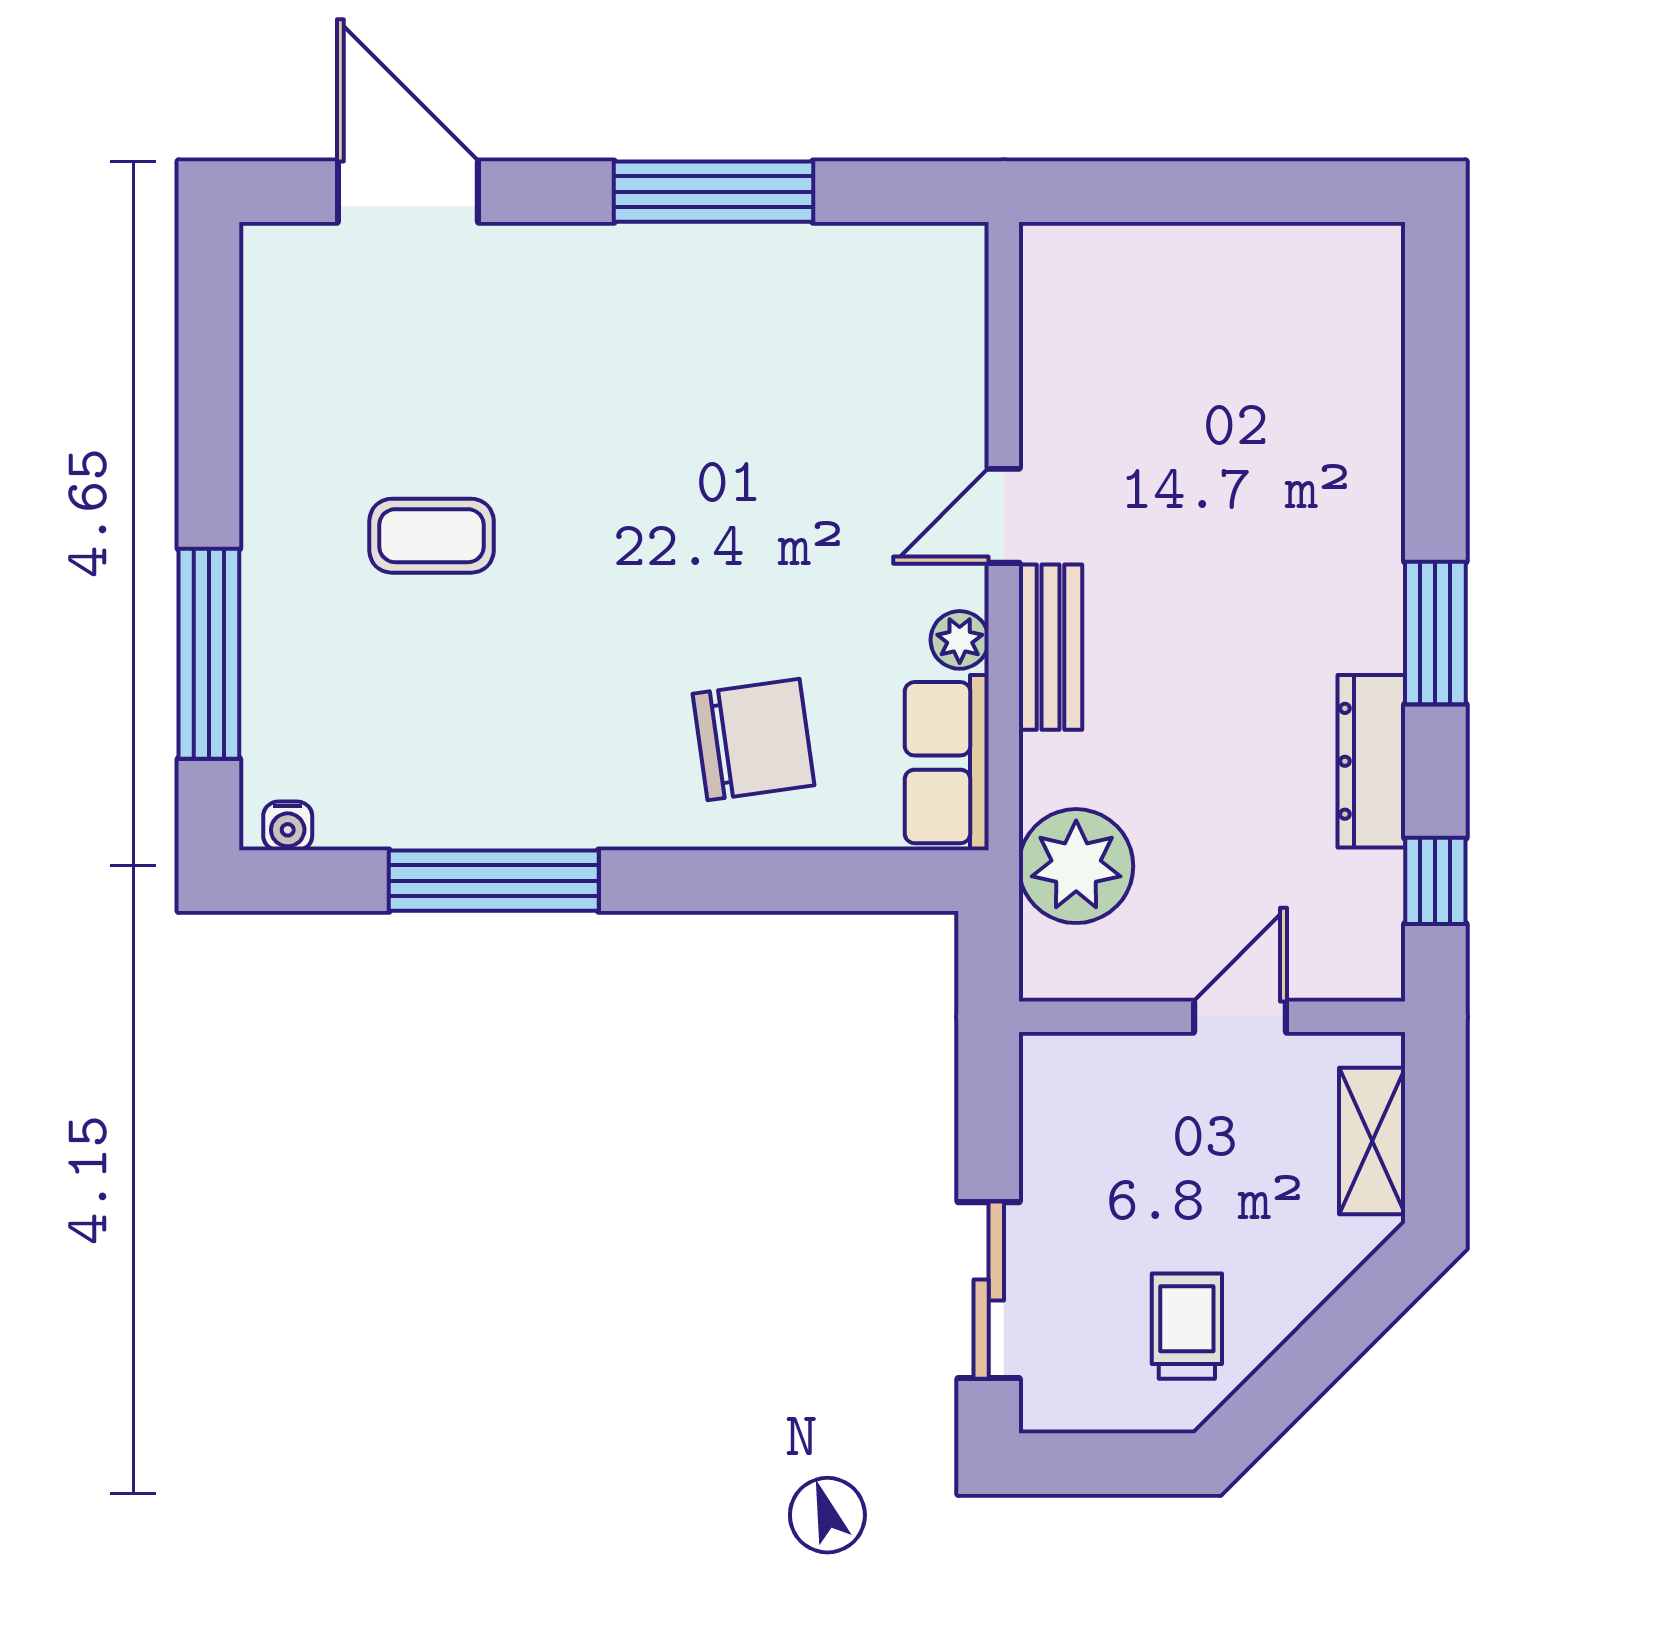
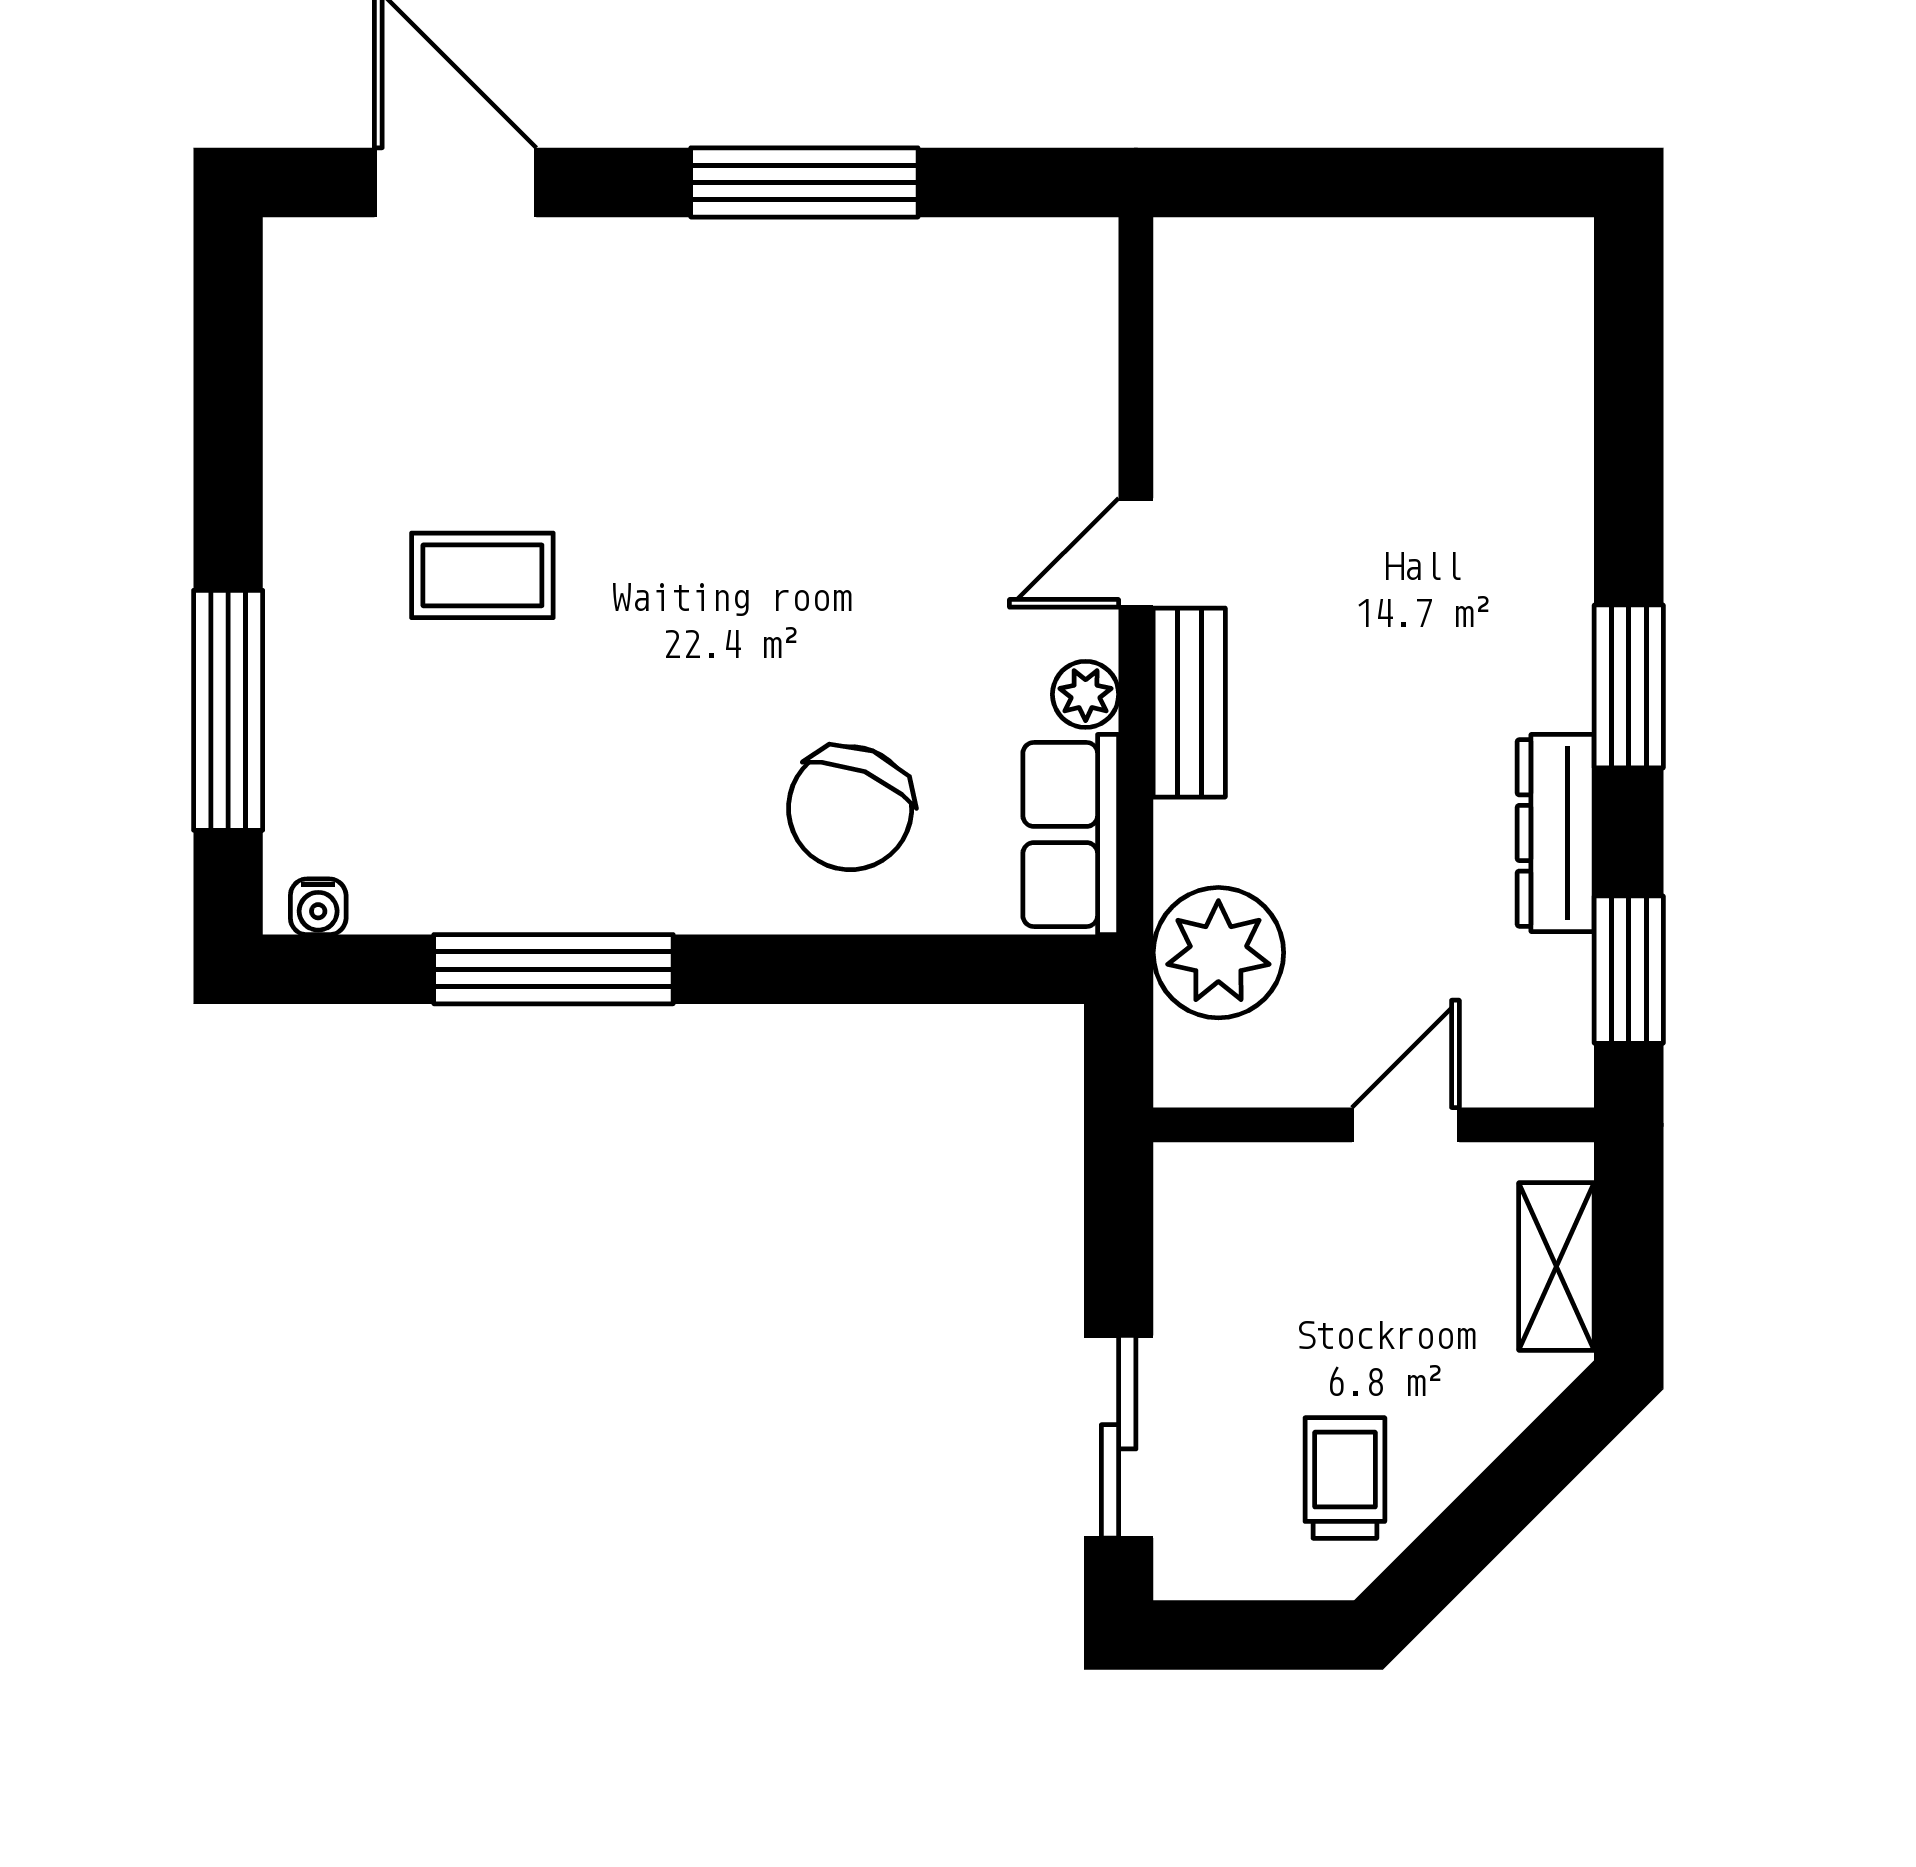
chair: (753, 740) -> (850, 808), turned 120
window: (1435, 881) -> (1629, 970), width x1.50

